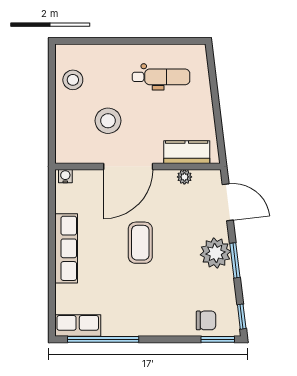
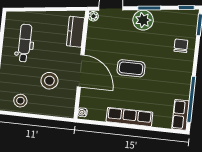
plant: (184, 177) -> (93, 16), moved
chair: (206, 320) -> (181, 46), moved

